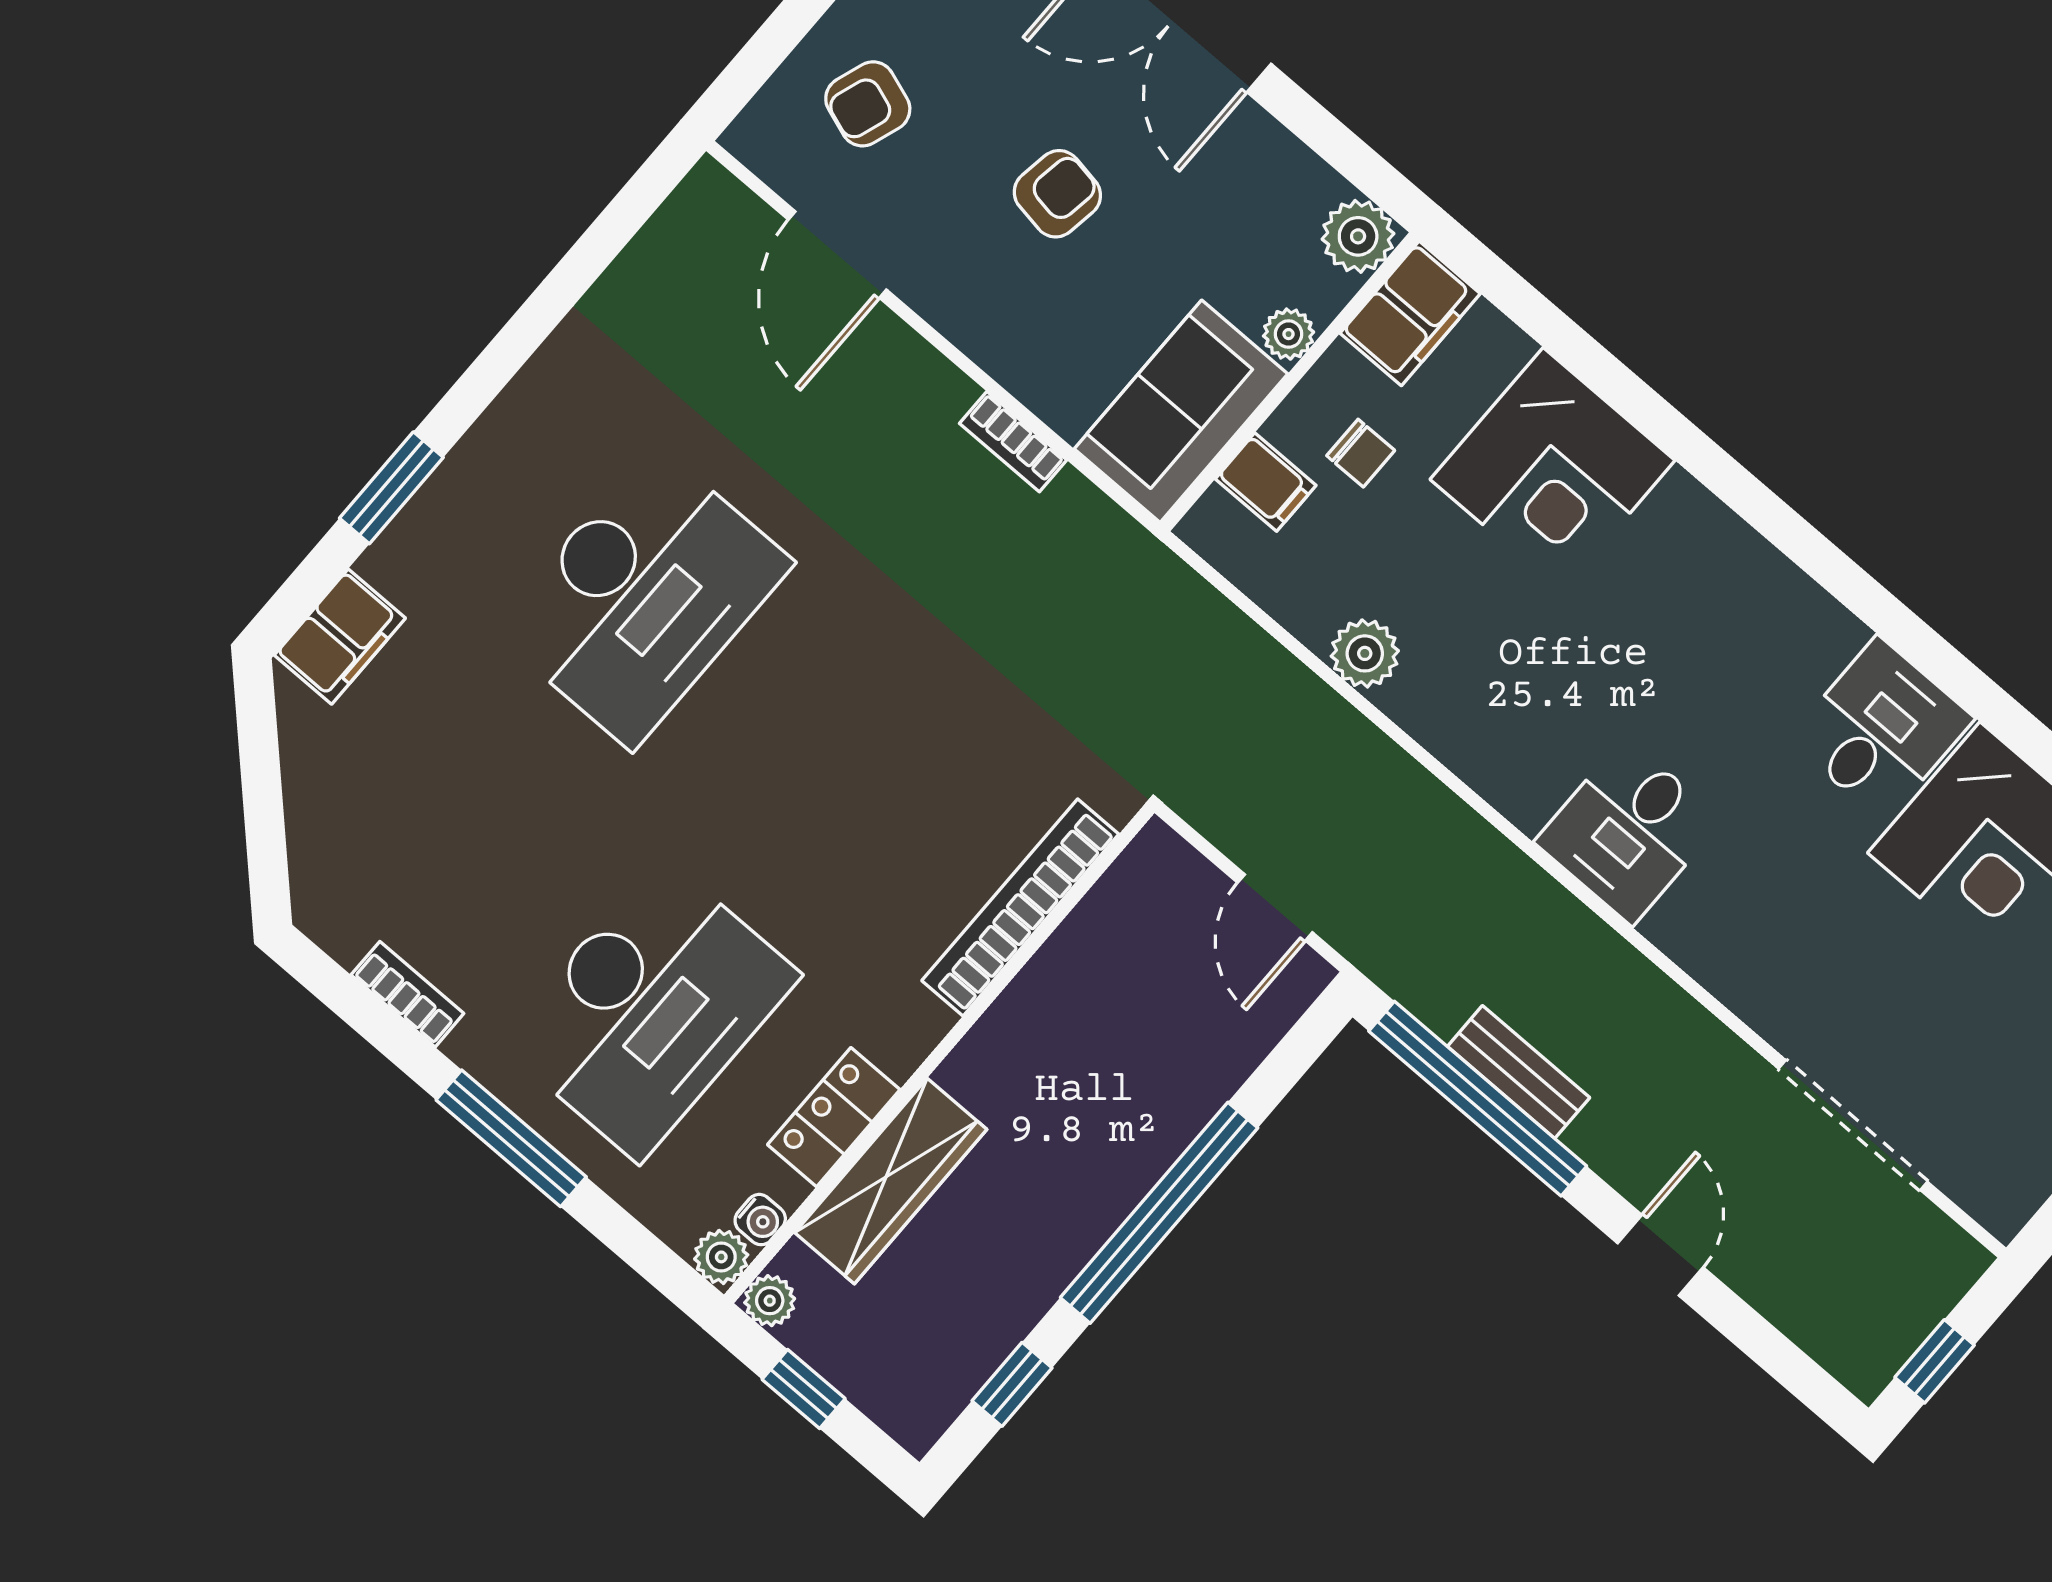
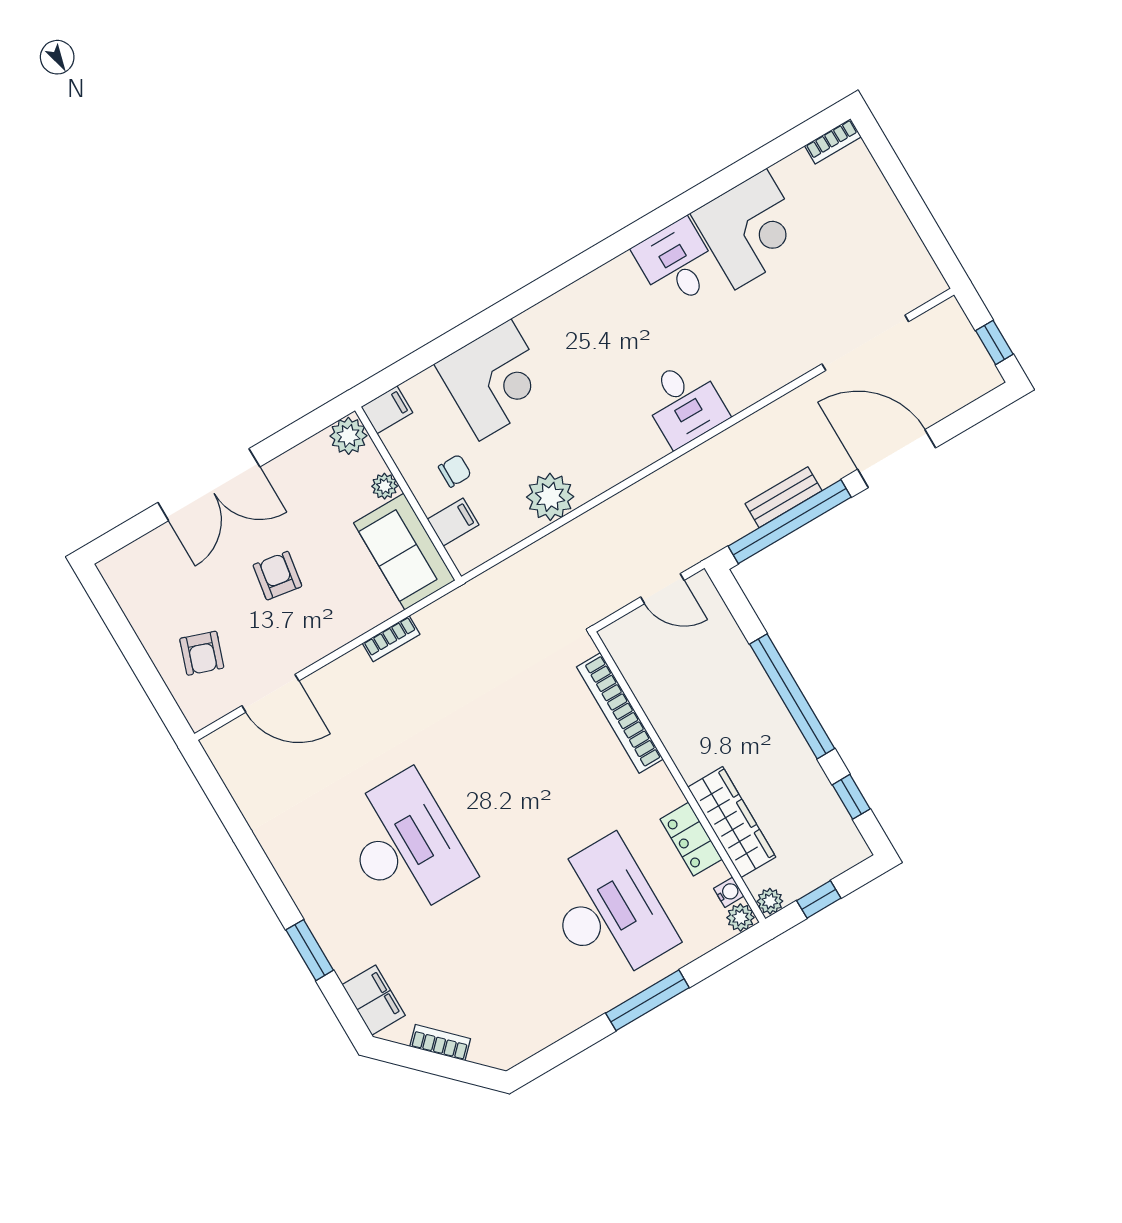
filing cabinet: (1410, 313) -> (387, 410), width x0.50
plant: (1365, 653) -> (550, 497), width x1.36, depth x1.36
bookcase: (407, 994) -> (440, 1043), moved, turned 45
door: (1660, 1255) -> (897, 459), width x1.88

